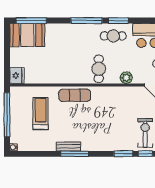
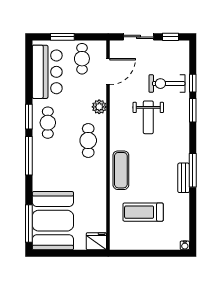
booth: (27, 35) -> (53, 221), width x1.36, depth x1.42
cafe table: (99, 69) -> (88, 141), turned 90
window: (7, 115) -> (145, 253), removed
weight bench: (118, 118) -> (148, 117), added

